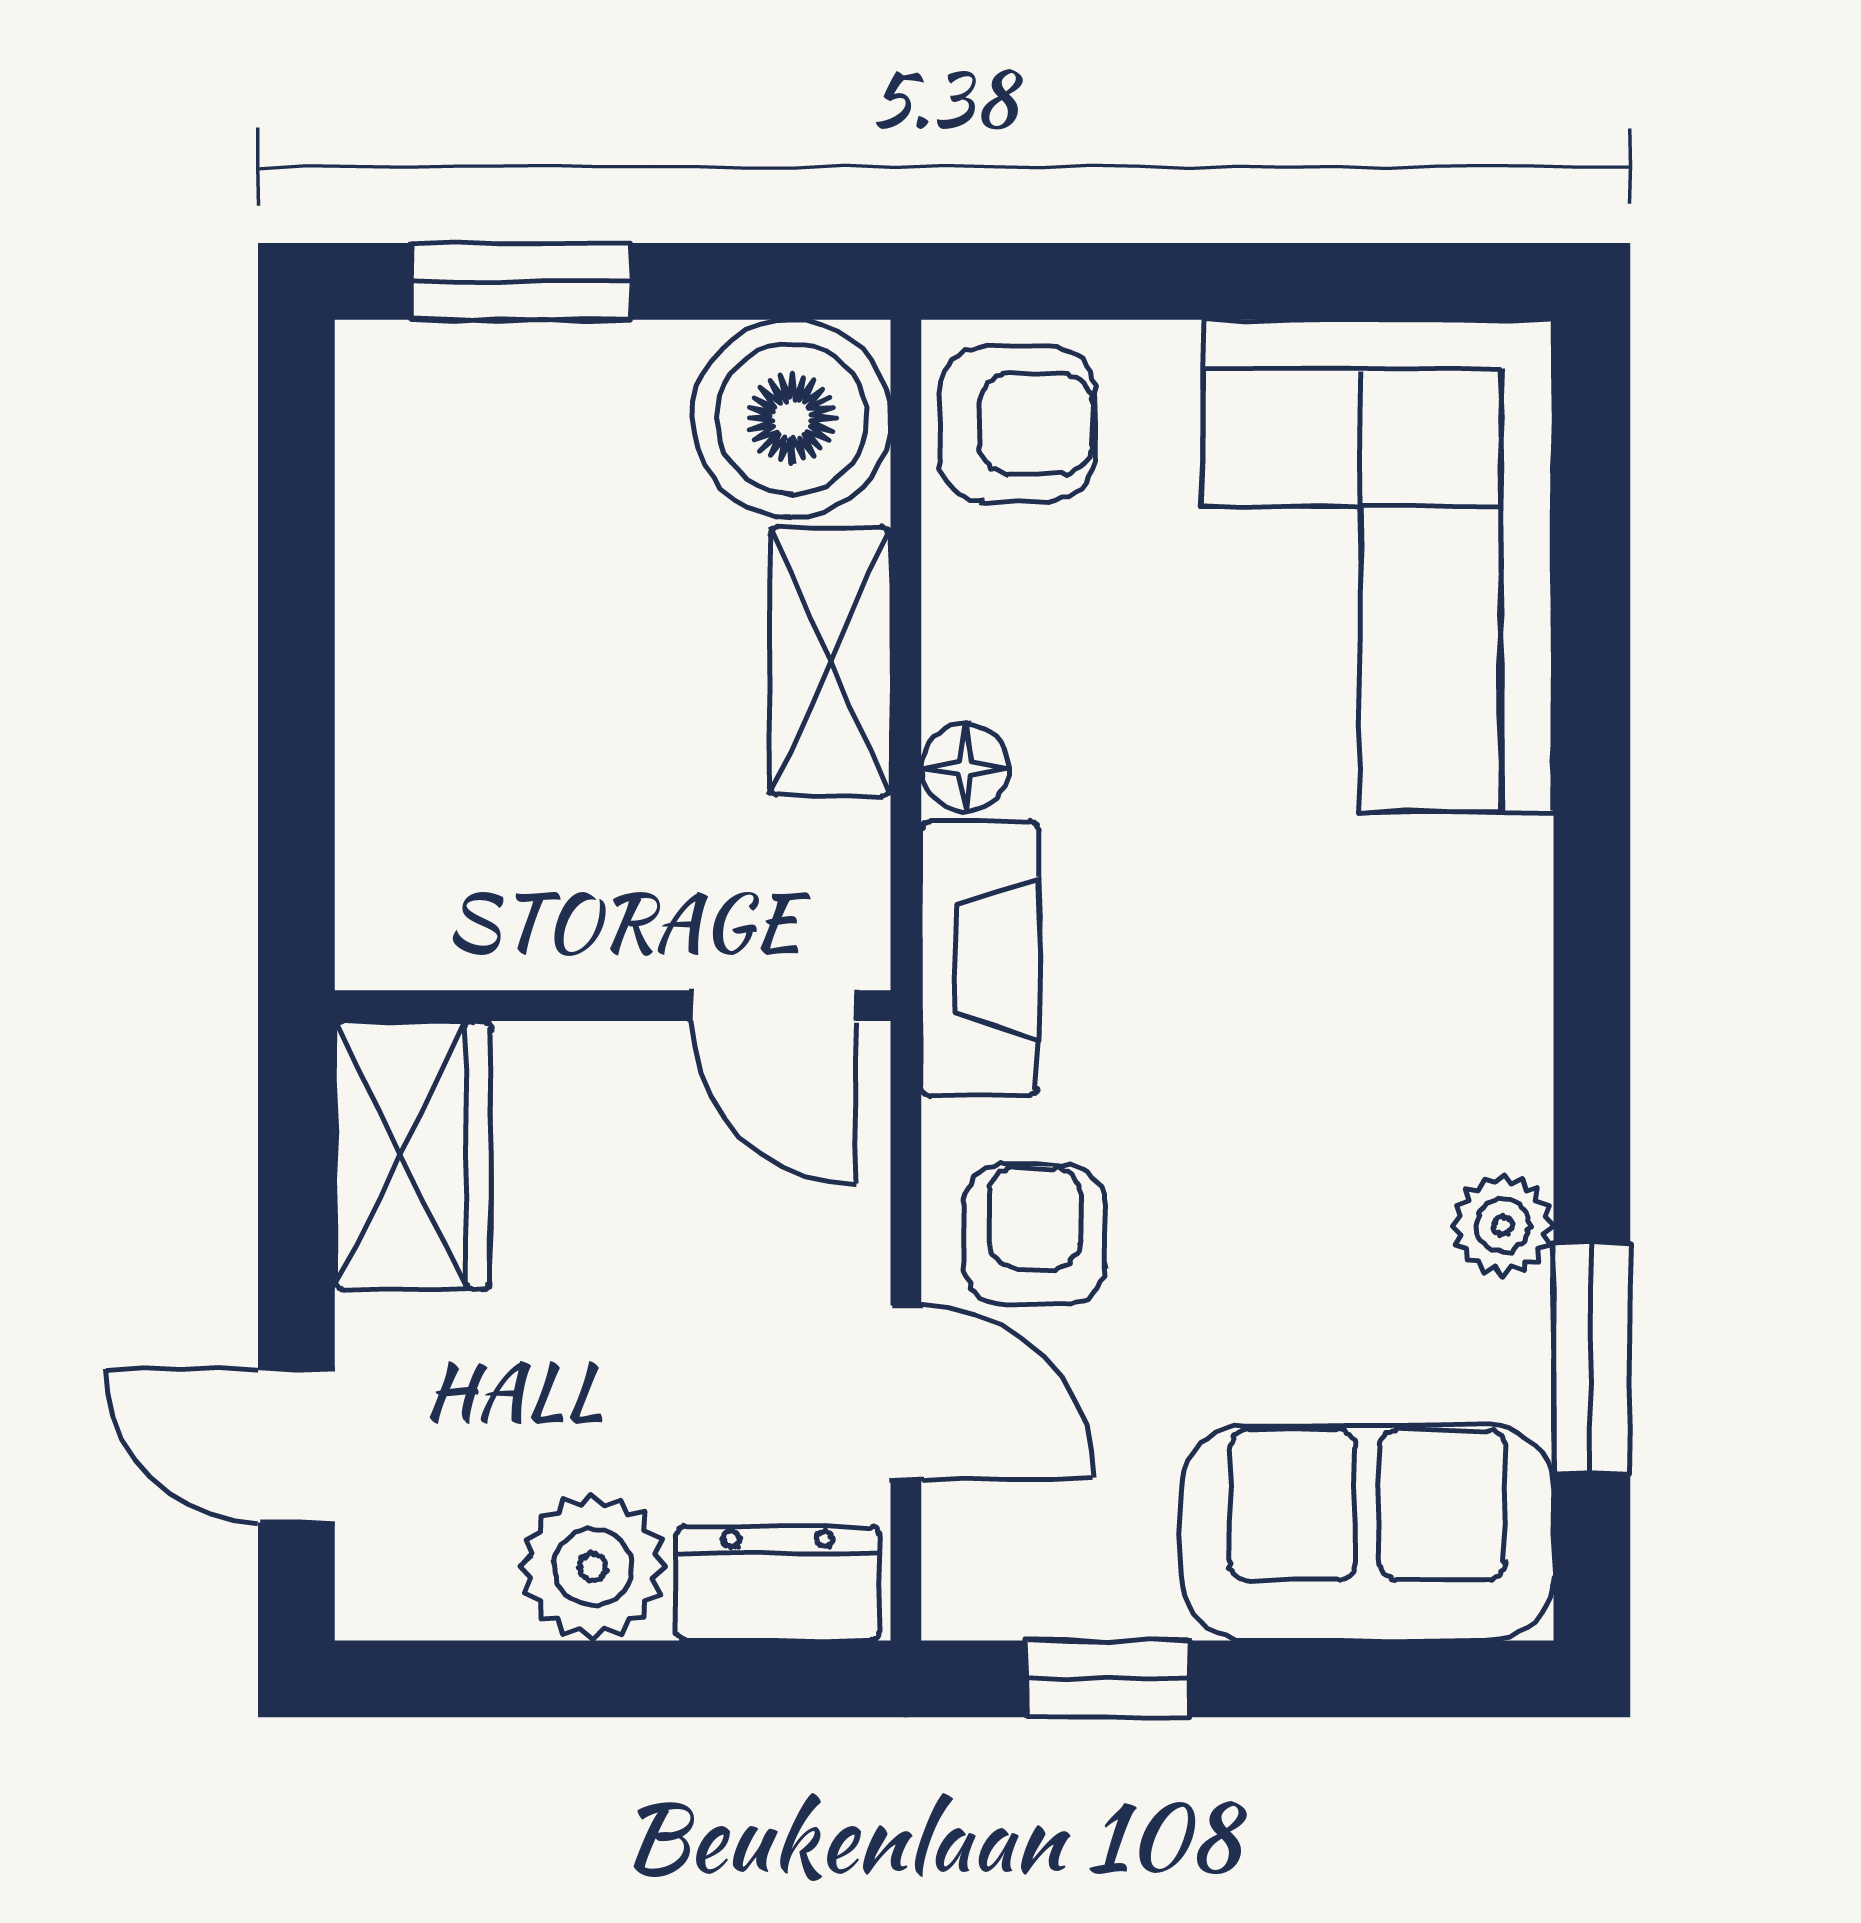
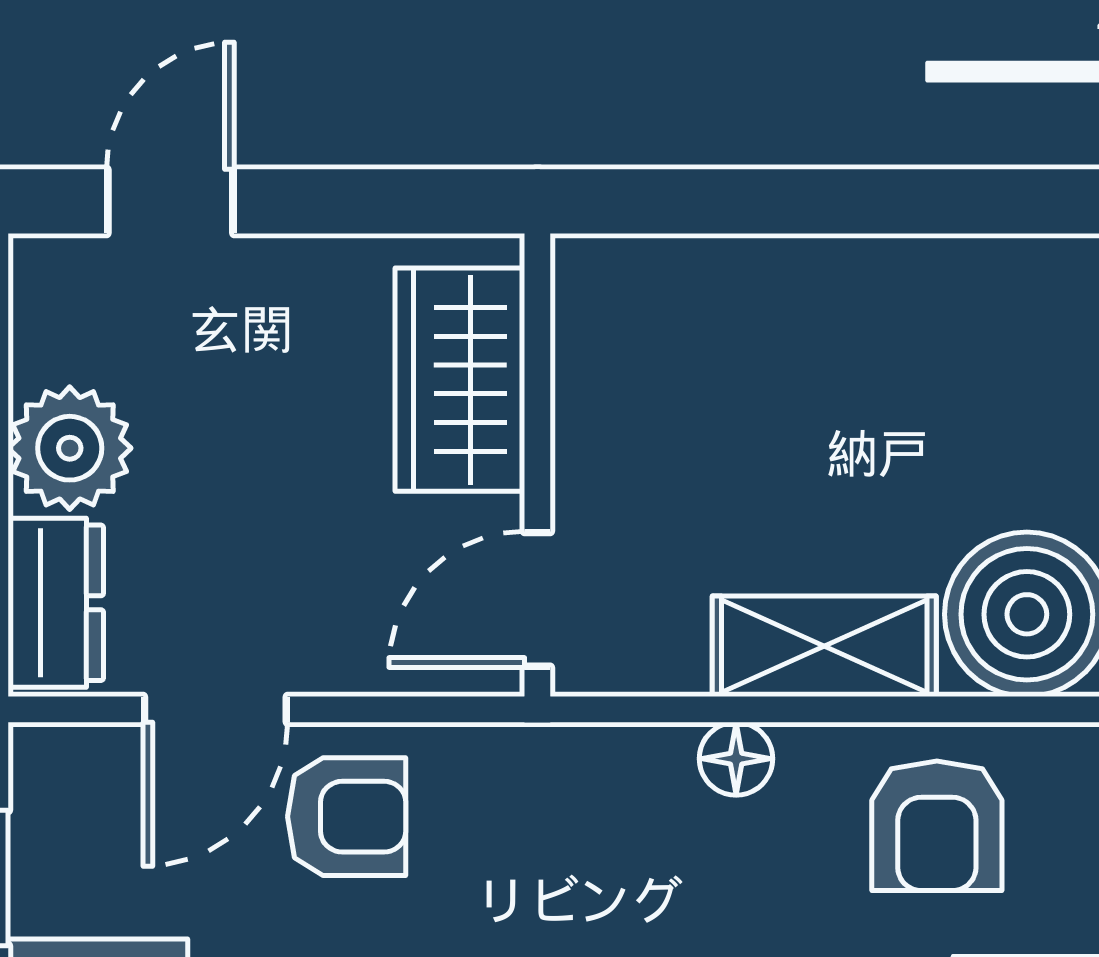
armchair: (1017, 424) -> (937, 826), moved
fireplace: (980, 958) -> (577, 771), removed
wardrobe: (412, 1155) -> (460, 380), moved, turned 90

